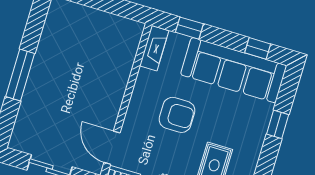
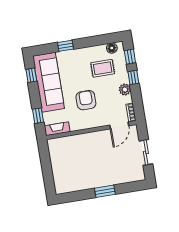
window: (20, 75) -> (105, 191), width x0.69

